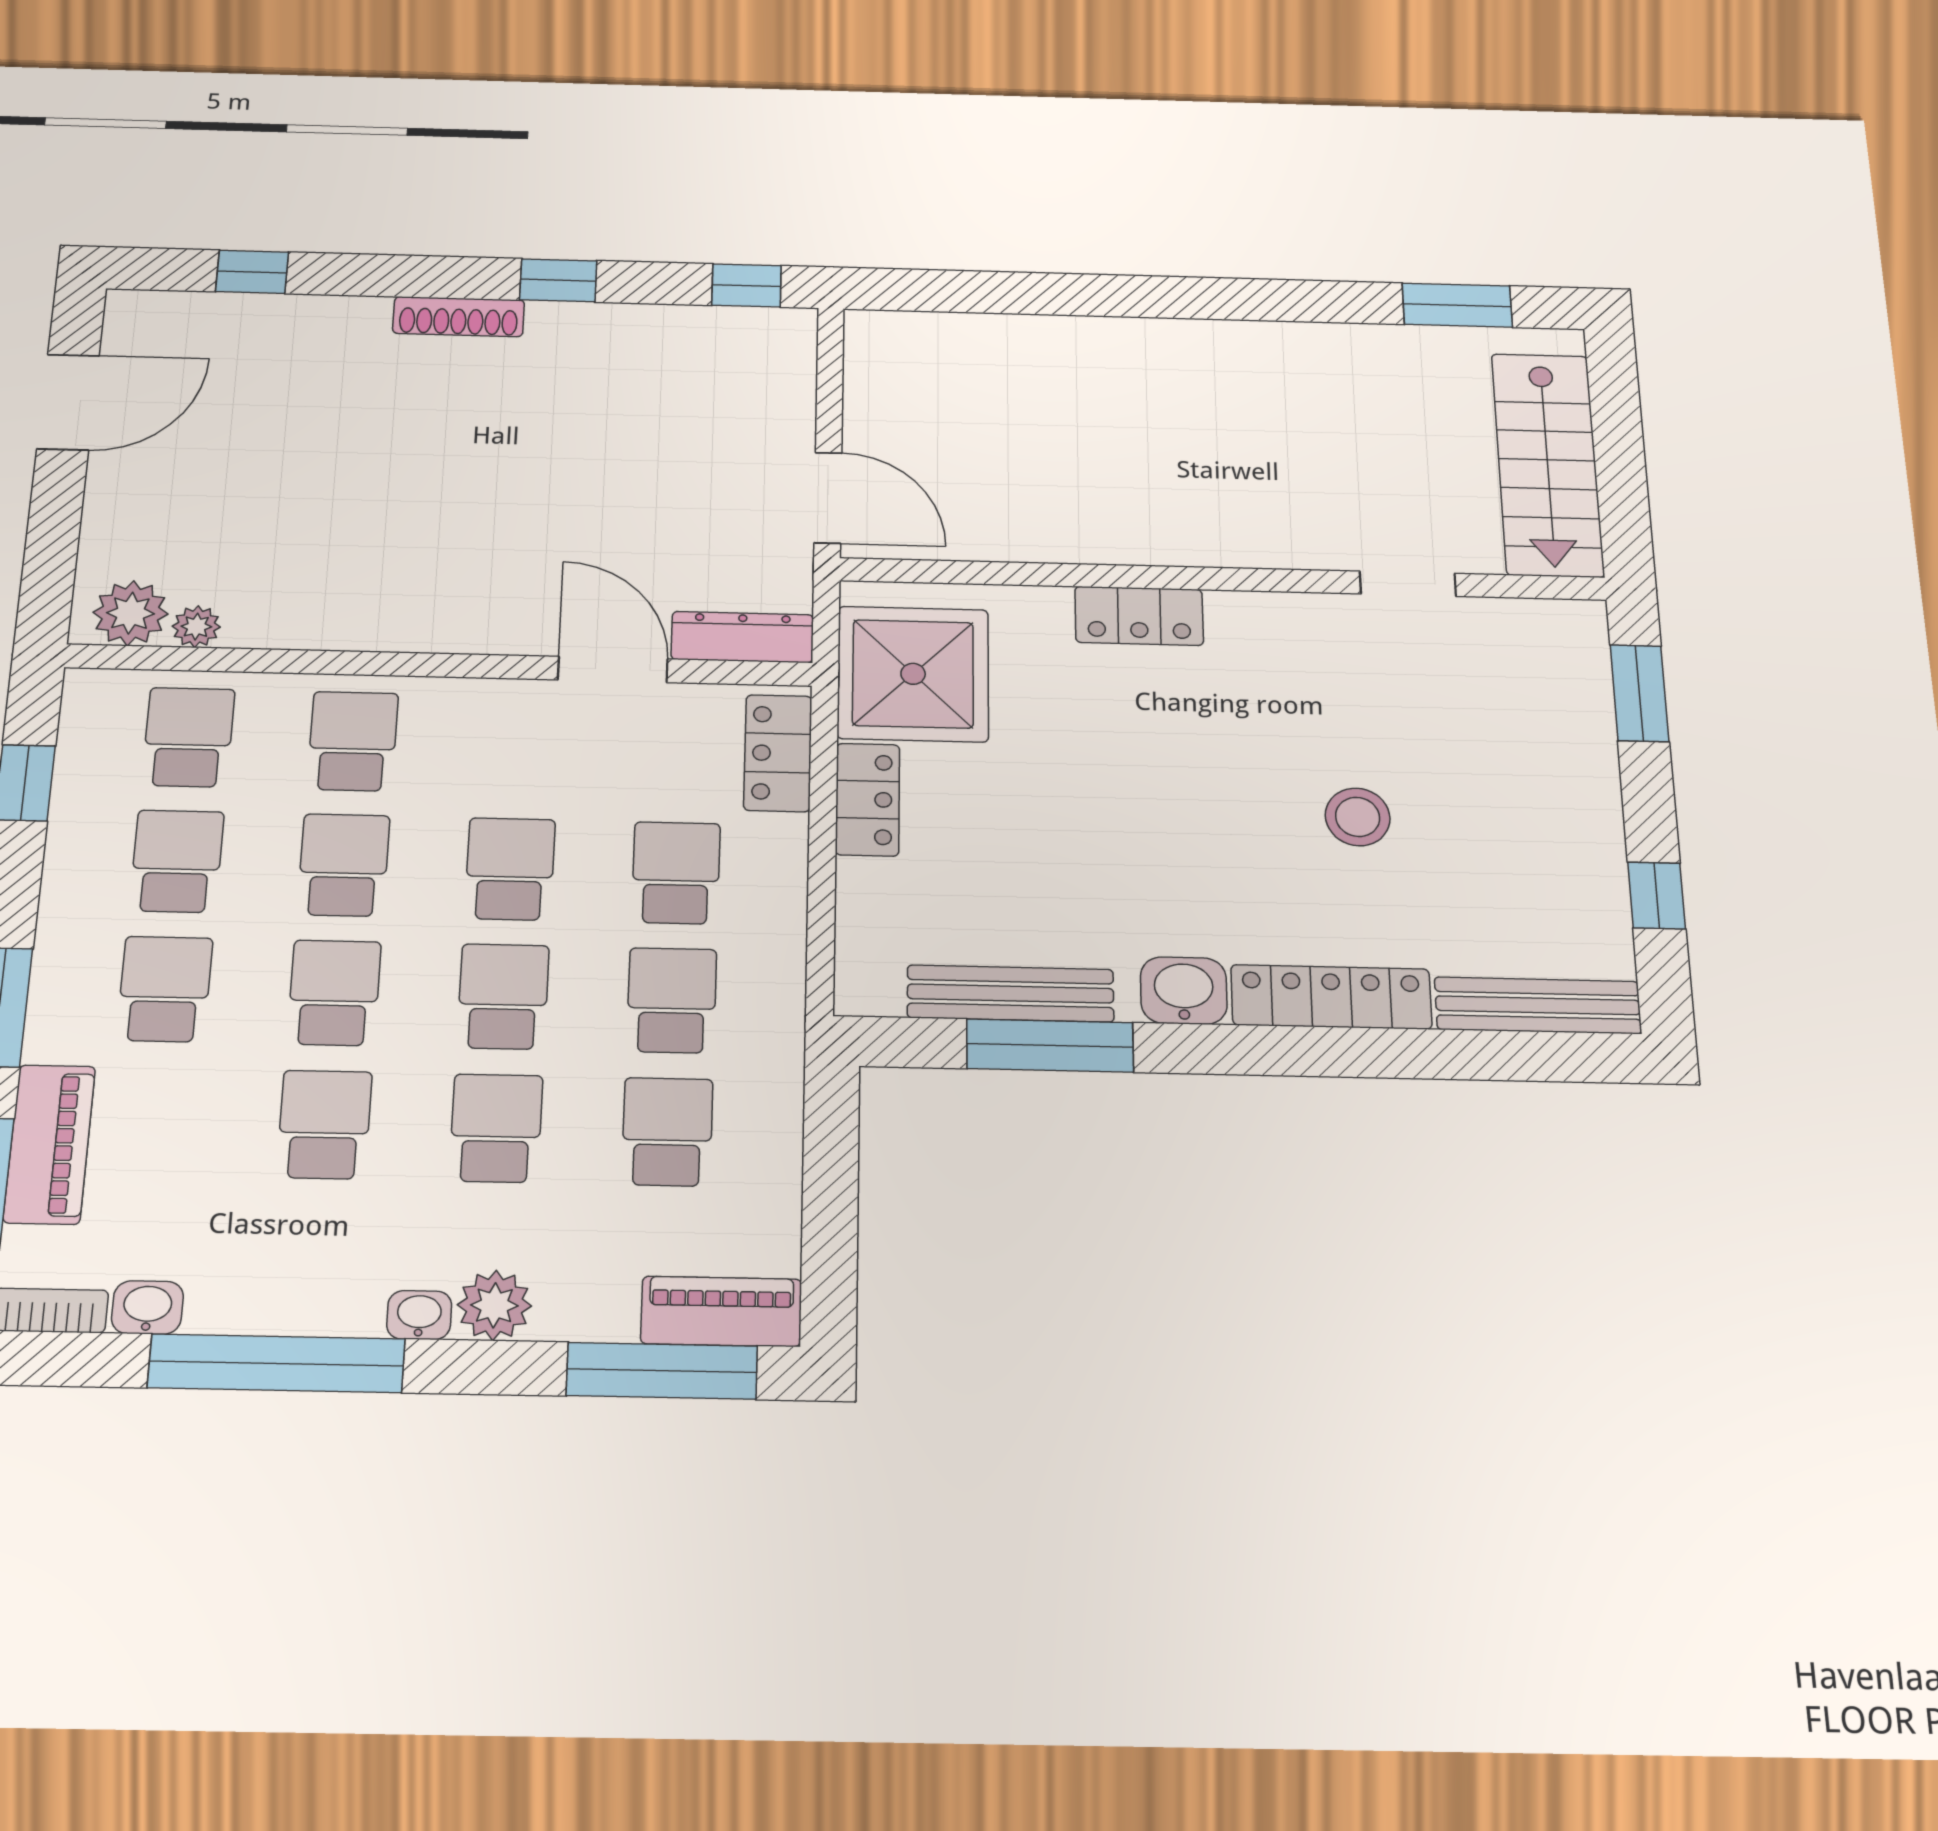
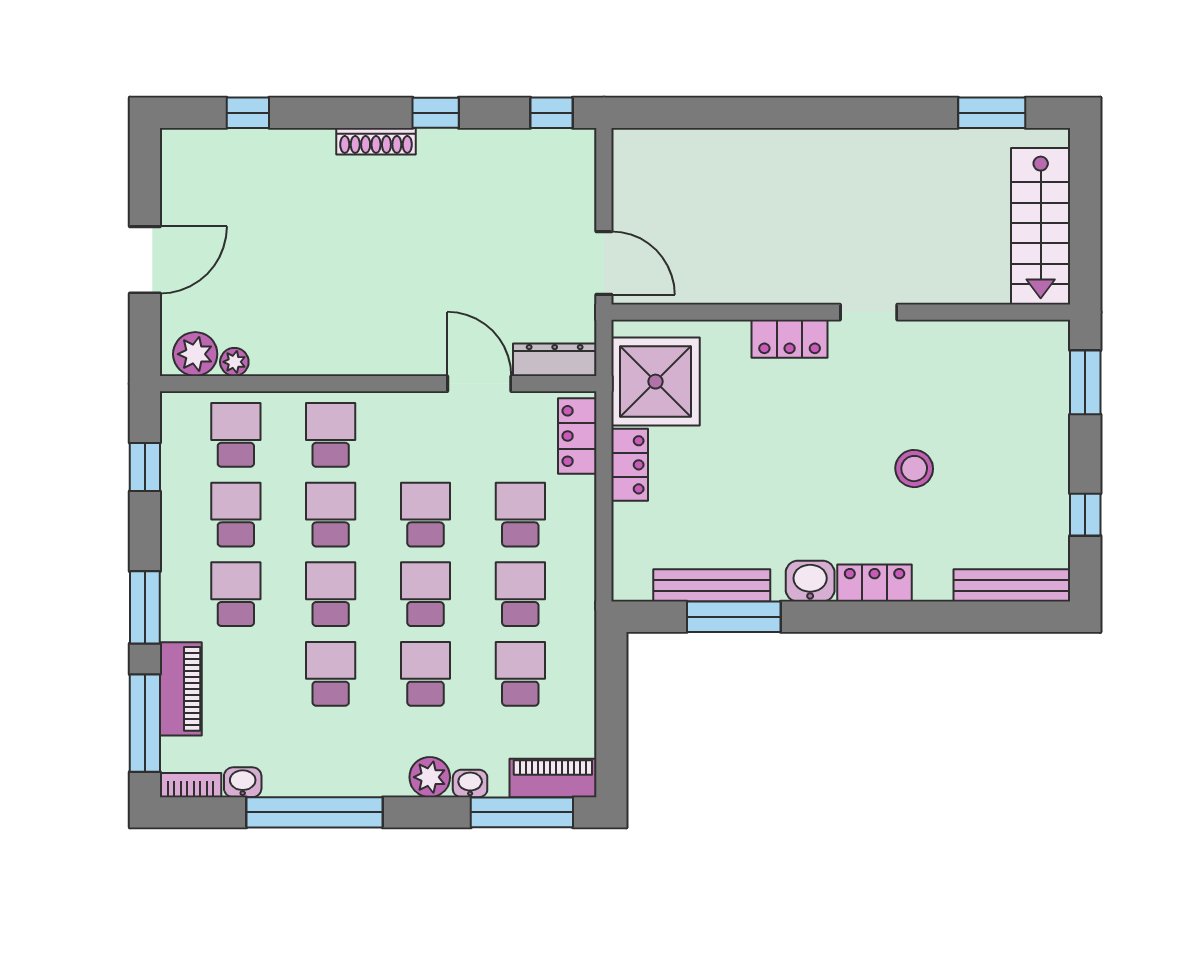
door: (68, 402) -> (145, 260), moved
doorway: (1408, 584) -> (869, 312), moved
locker: (1331, 997) -> (875, 583), width x0.66
washbasin: (419, 1315) -> (470, 783), moved

